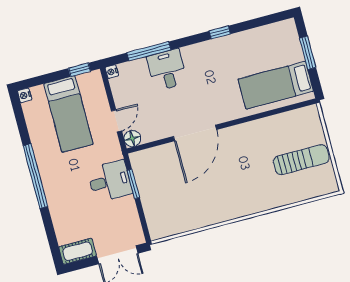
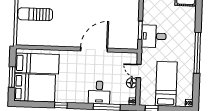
bed: (268, 47) -> (35, 88), added
door: (116, 121) -> (139, 71), hinge flipped
floor lamp: (132, 138) -> (132, 83), moved

